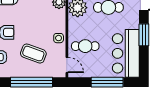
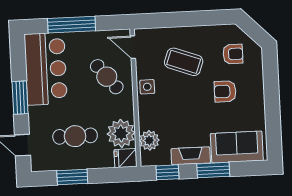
cafe table: (85, 46) -> (107, 77), turned 51
window: (31, 82) -> (184, 19), removed

